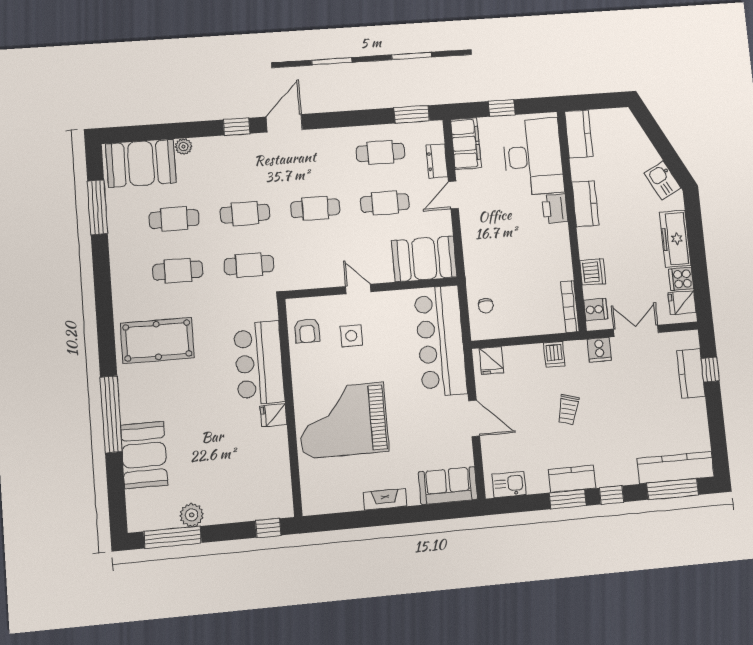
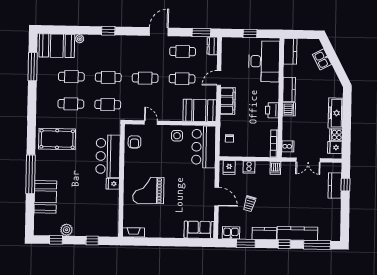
door: (284, 123) -> (159, 32), moved
filing cabinet: (466, 144) -> (228, 101), moved
dresser: (437, 161) -> (212, 46), moved
kitchen sink: (662, 180) -> (322, 59), moved
printer: (555, 209) -> (272, 110), moved
dishwasher: (593, 272) -> (289, 109), moved
door: (358, 289) -> (151, 123), moved
double door: (636, 331) -> (308, 160), swing flipped
side table: (351, 336) -> (177, 136), moved
bar counter: (441, 341) -> (204, 147), width x0.73
cooker: (599, 350) -> (249, 167), moved
dishwasher: (554, 354) -> (275, 168), moved
trolley: (568, 410) -> (249, 204), moved
grand piano: (343, 420) -> (148, 190), width x0.73, depth x0.68
kitchen counter: (676, 468) -> (297, 233), moved
fireplace: (385, 499) -> (134, 232), moved
window: (568, 499) -> (246, 243), moved
window: (268, 528) -> (92, 241), moved
window: (173, 537) -> (56, 240), width x0.46

